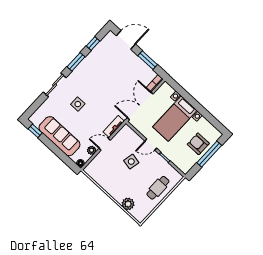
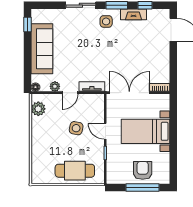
fireplace: (92, 56) -> (134, 14), added
window: (148, 60) -> (173, 63), removed
side table: (78, 104) -> (106, 21), moved
door: (105, 144) -> (70, 93), swing flipped
cafe table: (158, 188) -> (75, 171), width x1.37, depth x1.35
plant: (128, 204) -> (38, 109), moved

